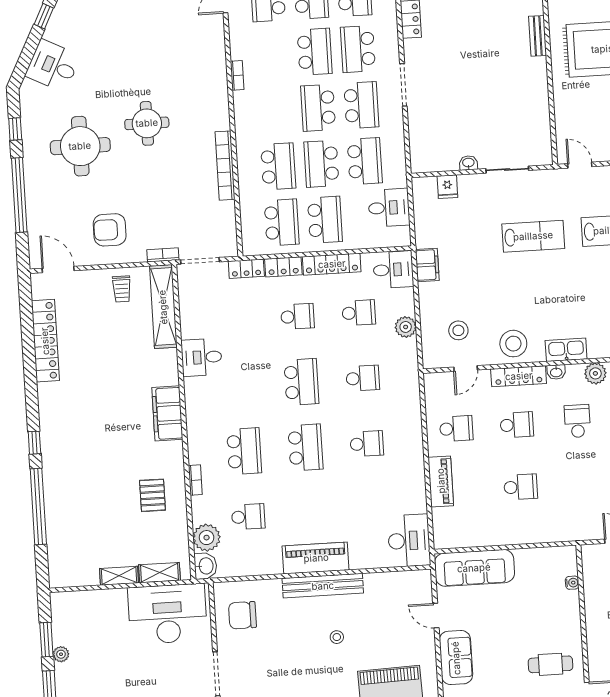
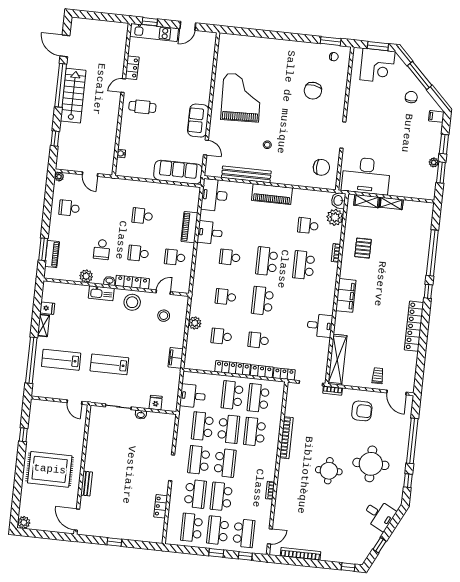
desk: (393, 270) -> (210, 233), moved
trolley: (122, 289) -> (378, 376), moved
locker: (45, 341) -> (414, 326), moved
bench: (323, 586) -> (246, 174), moved

